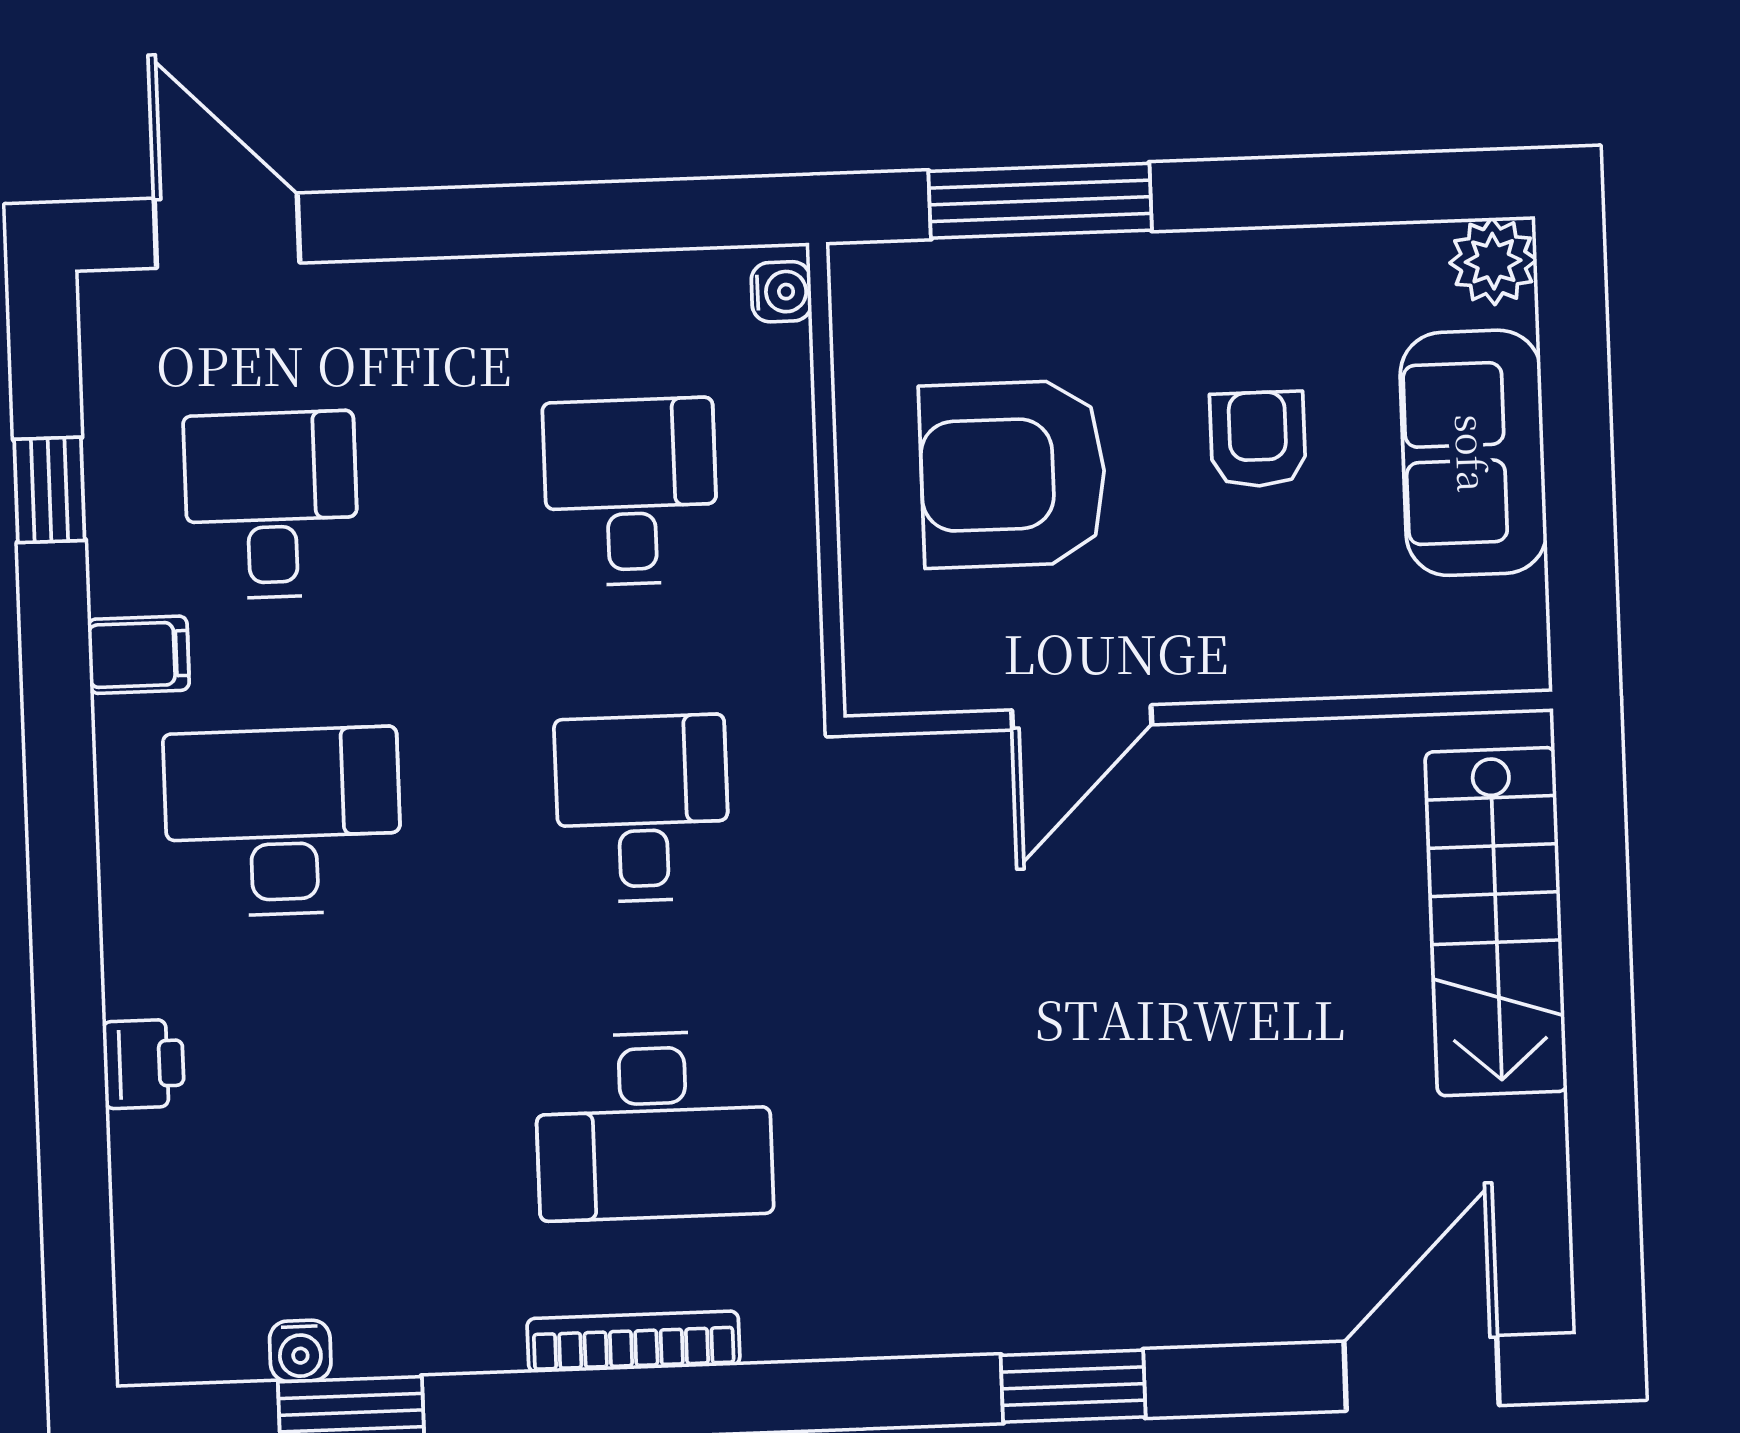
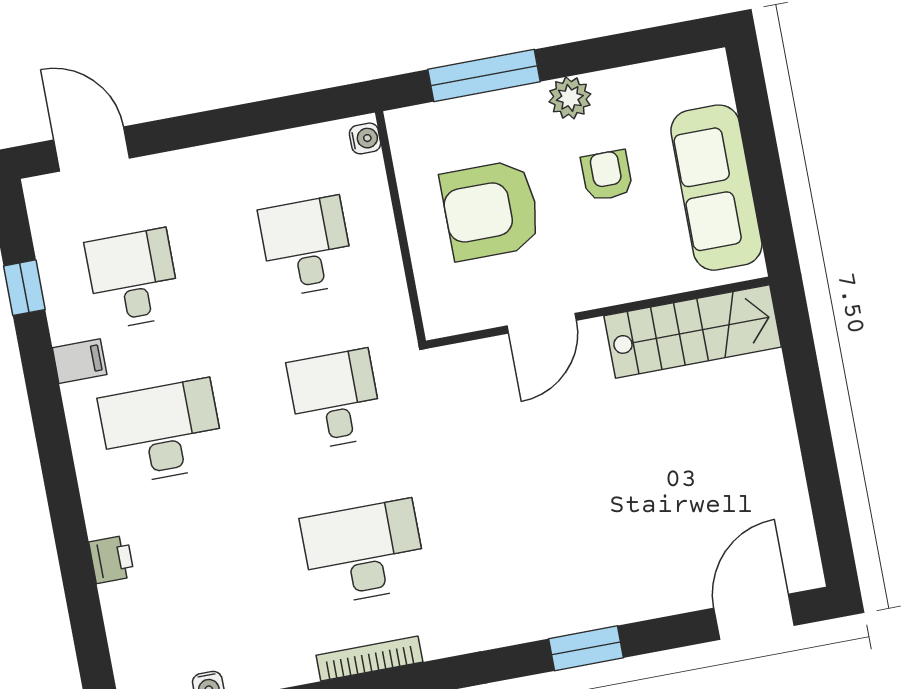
plant: (1493, 261) -> (570, 98), moved
sofa: (1473, 453) -> (716, 188), width x1.36
stairs: (1496, 922) -> (693, 331), moved, turned -90
desk: (654, 1126) -> (364, 552), turned 180

